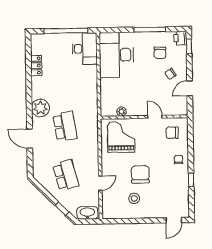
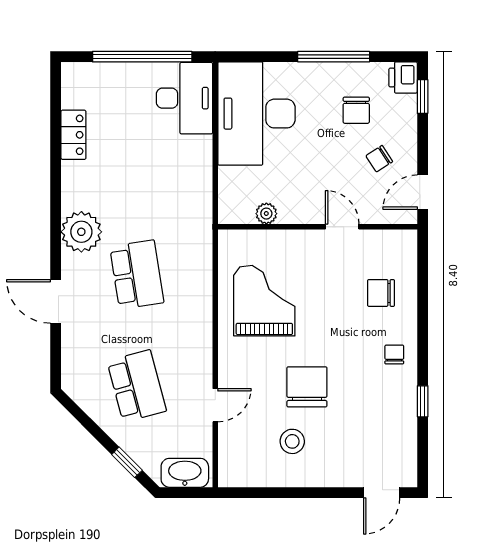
plant: (122, 112) -> (266, 214), moved
wall: (144, 117) -> (318, 227), moved
door: (155, 117) -> (342, 227), moved

